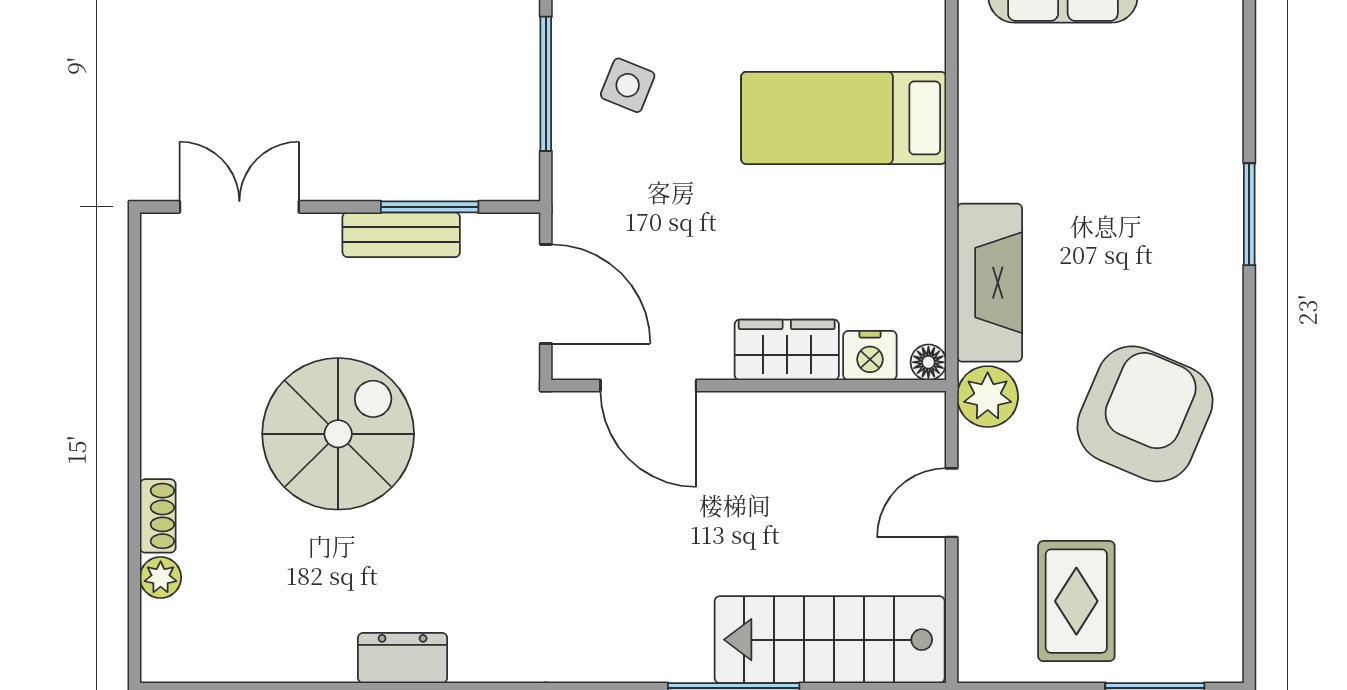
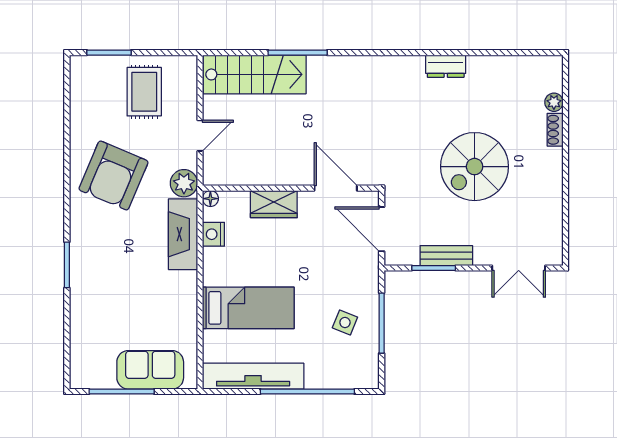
nightstand: (870, 355) -> (213, 234), moved, turned -90

